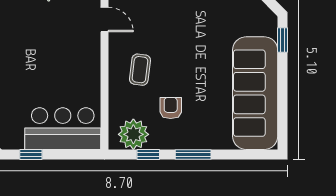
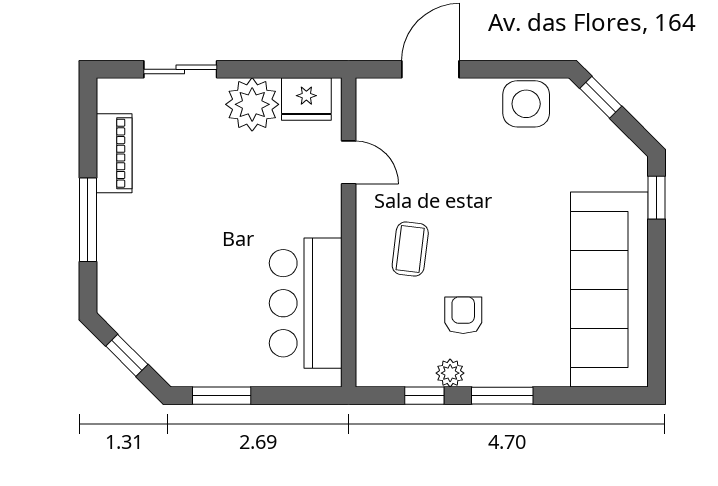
bar counter: (63, 129) -> (306, 303), moved, turned -90
plant: (133, 134) -> (450, 373), moved, width x0.53, depth x0.53
window: (31, 154) -> (222, 396), width x1.50

